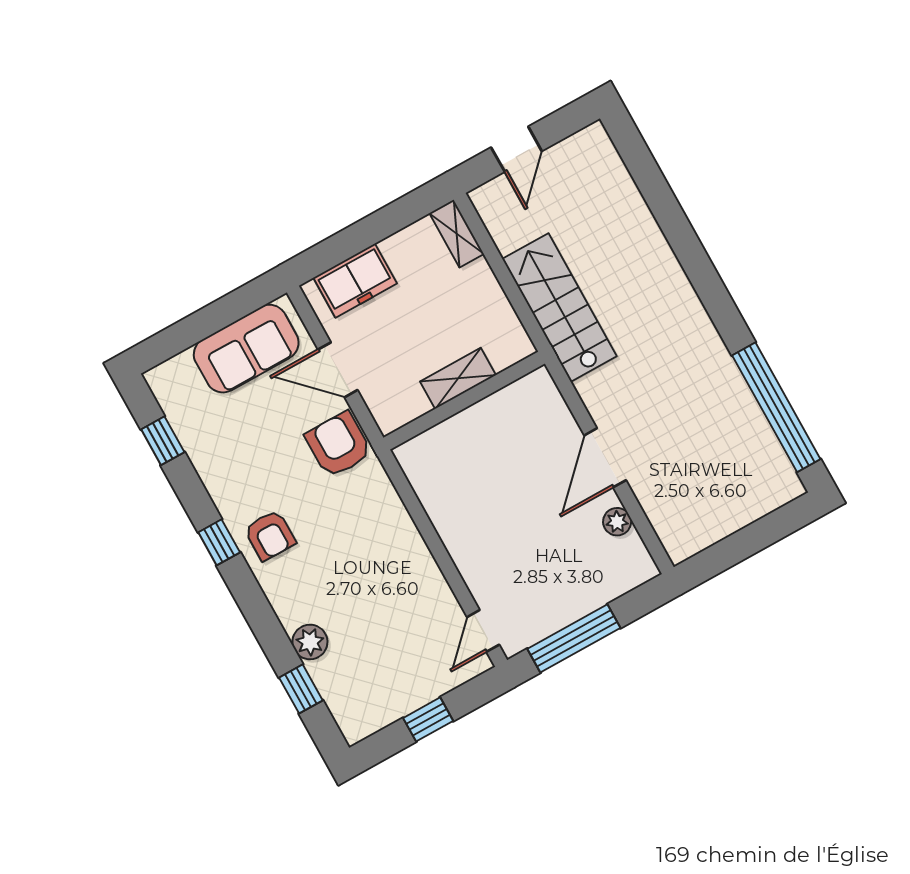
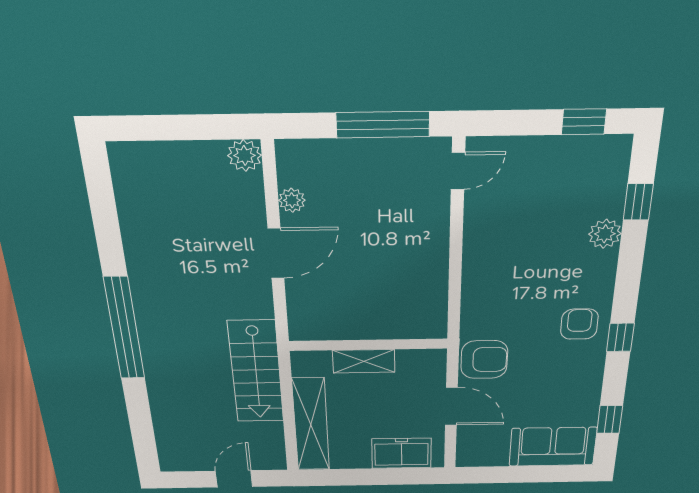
shelving: (457, 234) -> (311, 425), width x2.20, depth x1.33
sofa: (246, 349) -> (553, 447), moved
window: (776, 407) -> (124, 328), moved
armchair: (338, 445) -> (484, 360), turned -90
plant: (680, 544) -> (245, 155), added
window: (428, 719) -> (584, 122), moved

